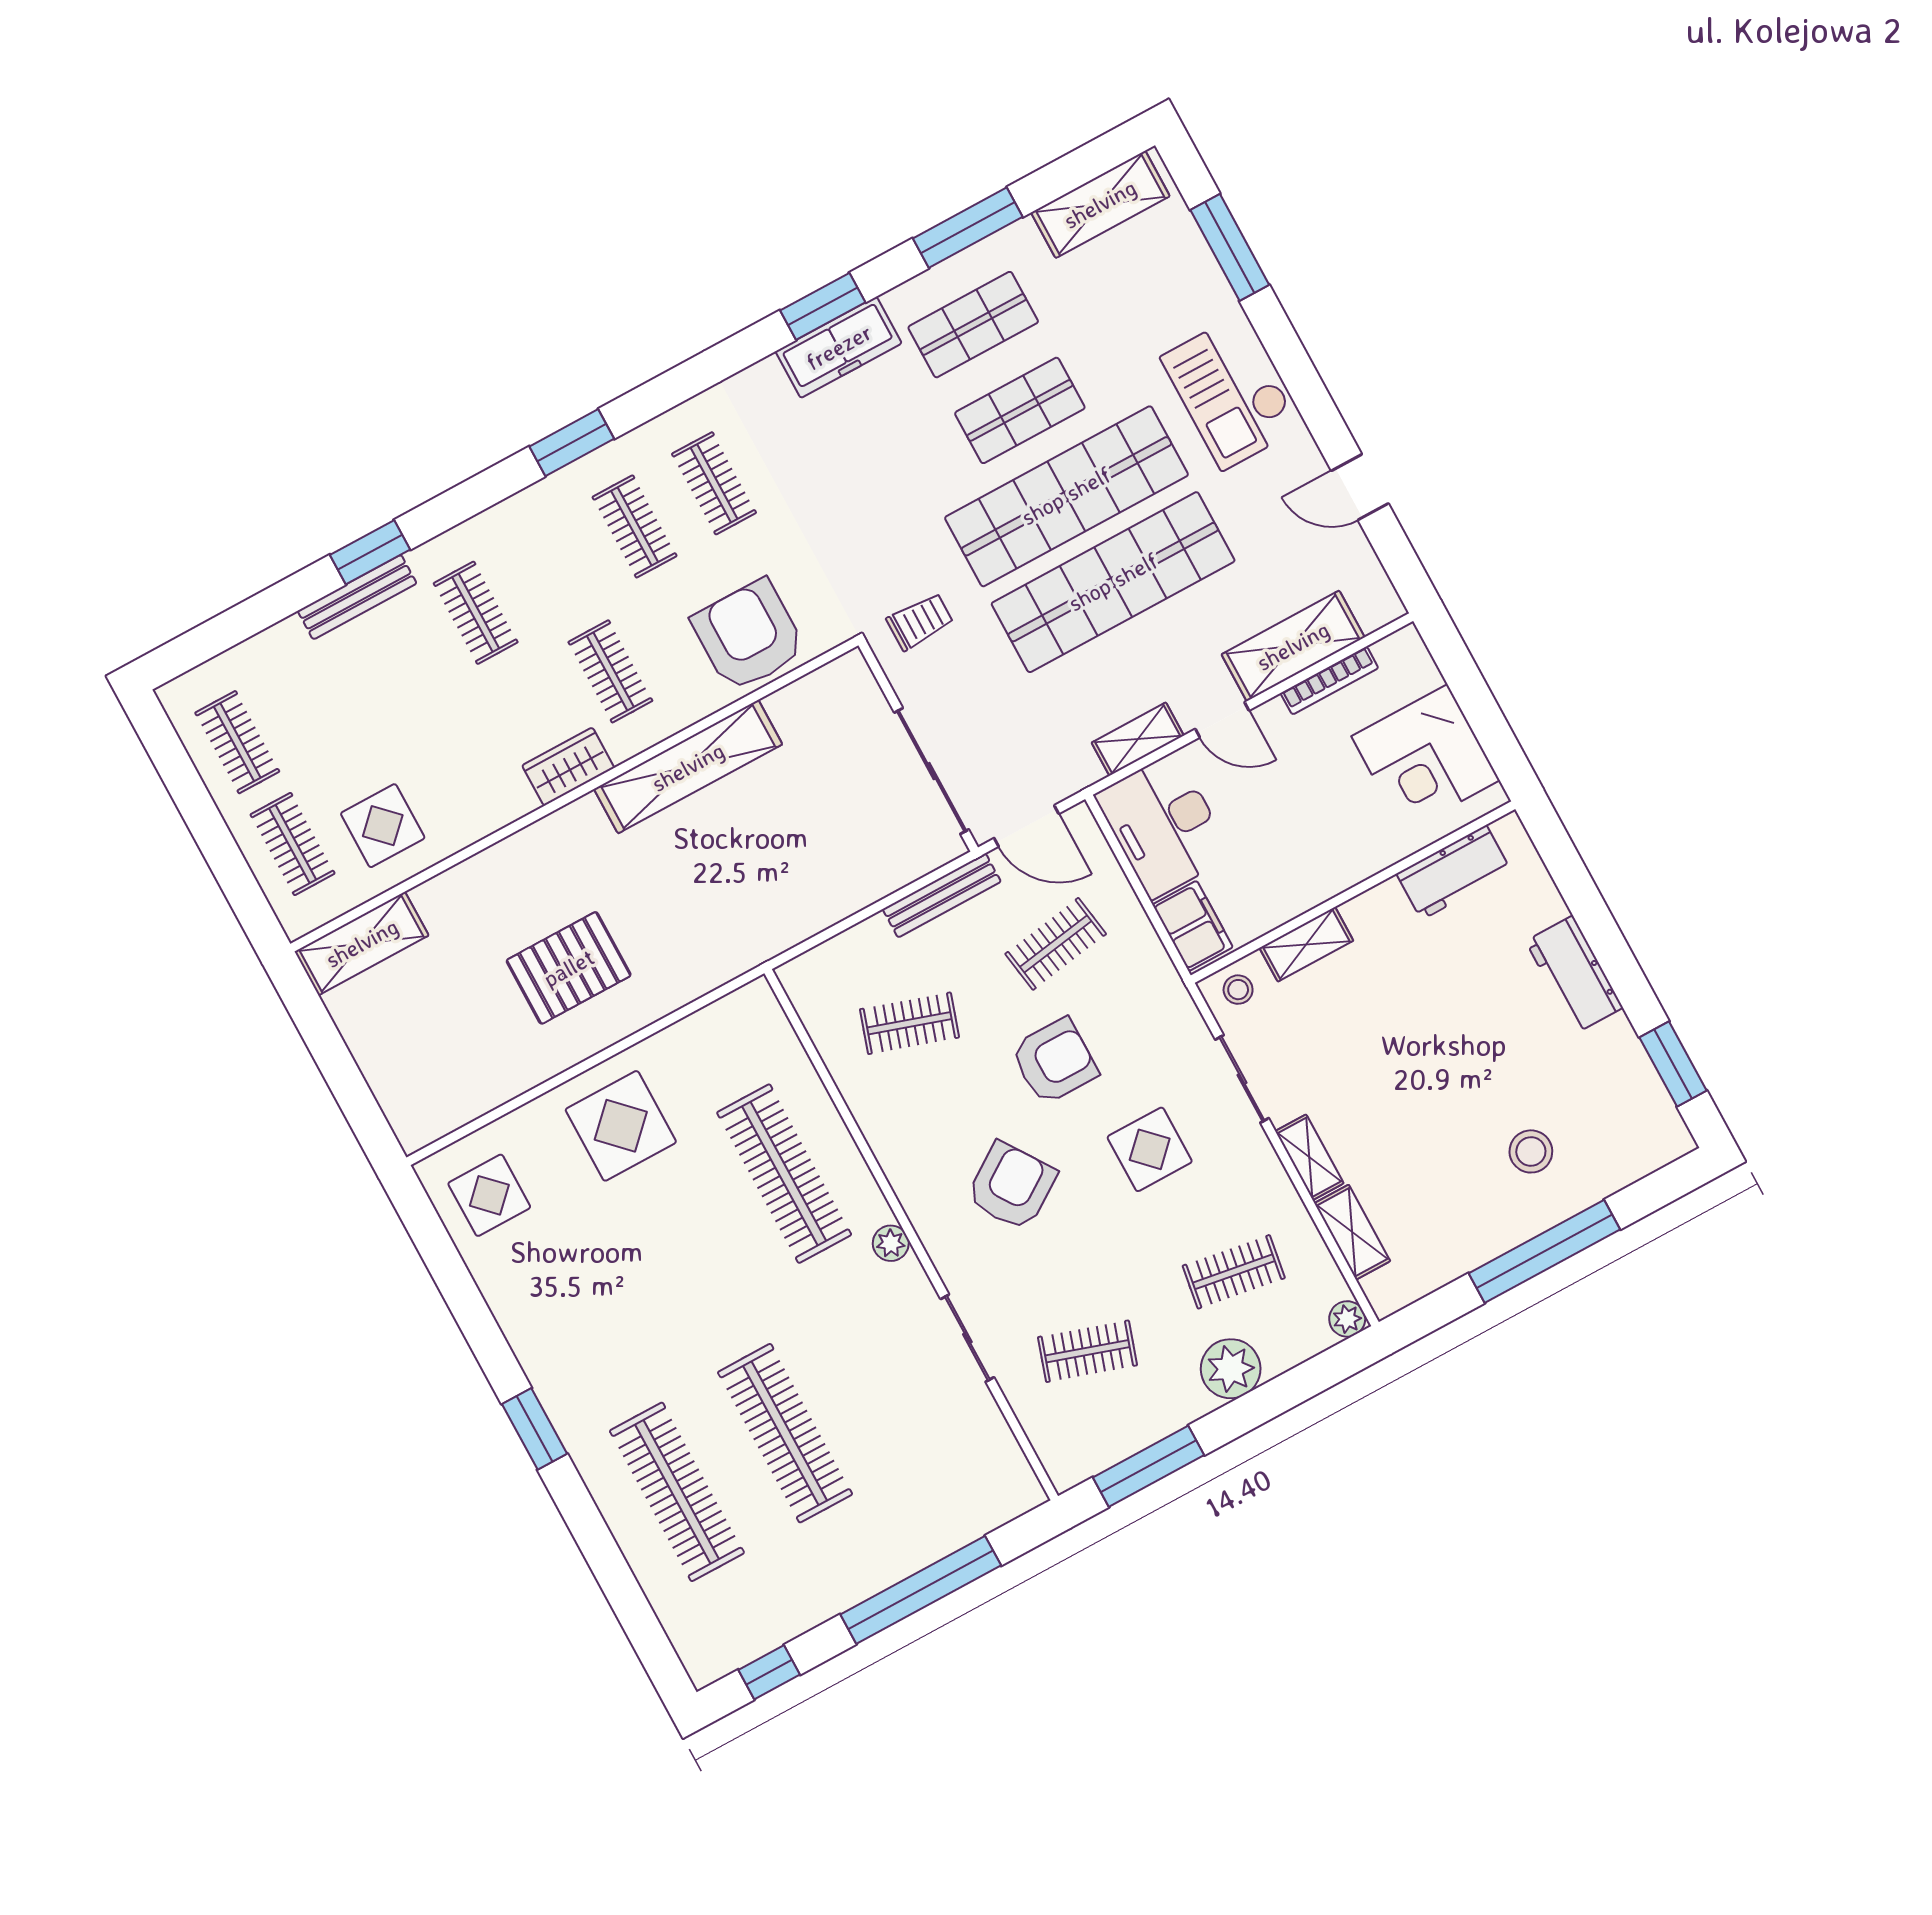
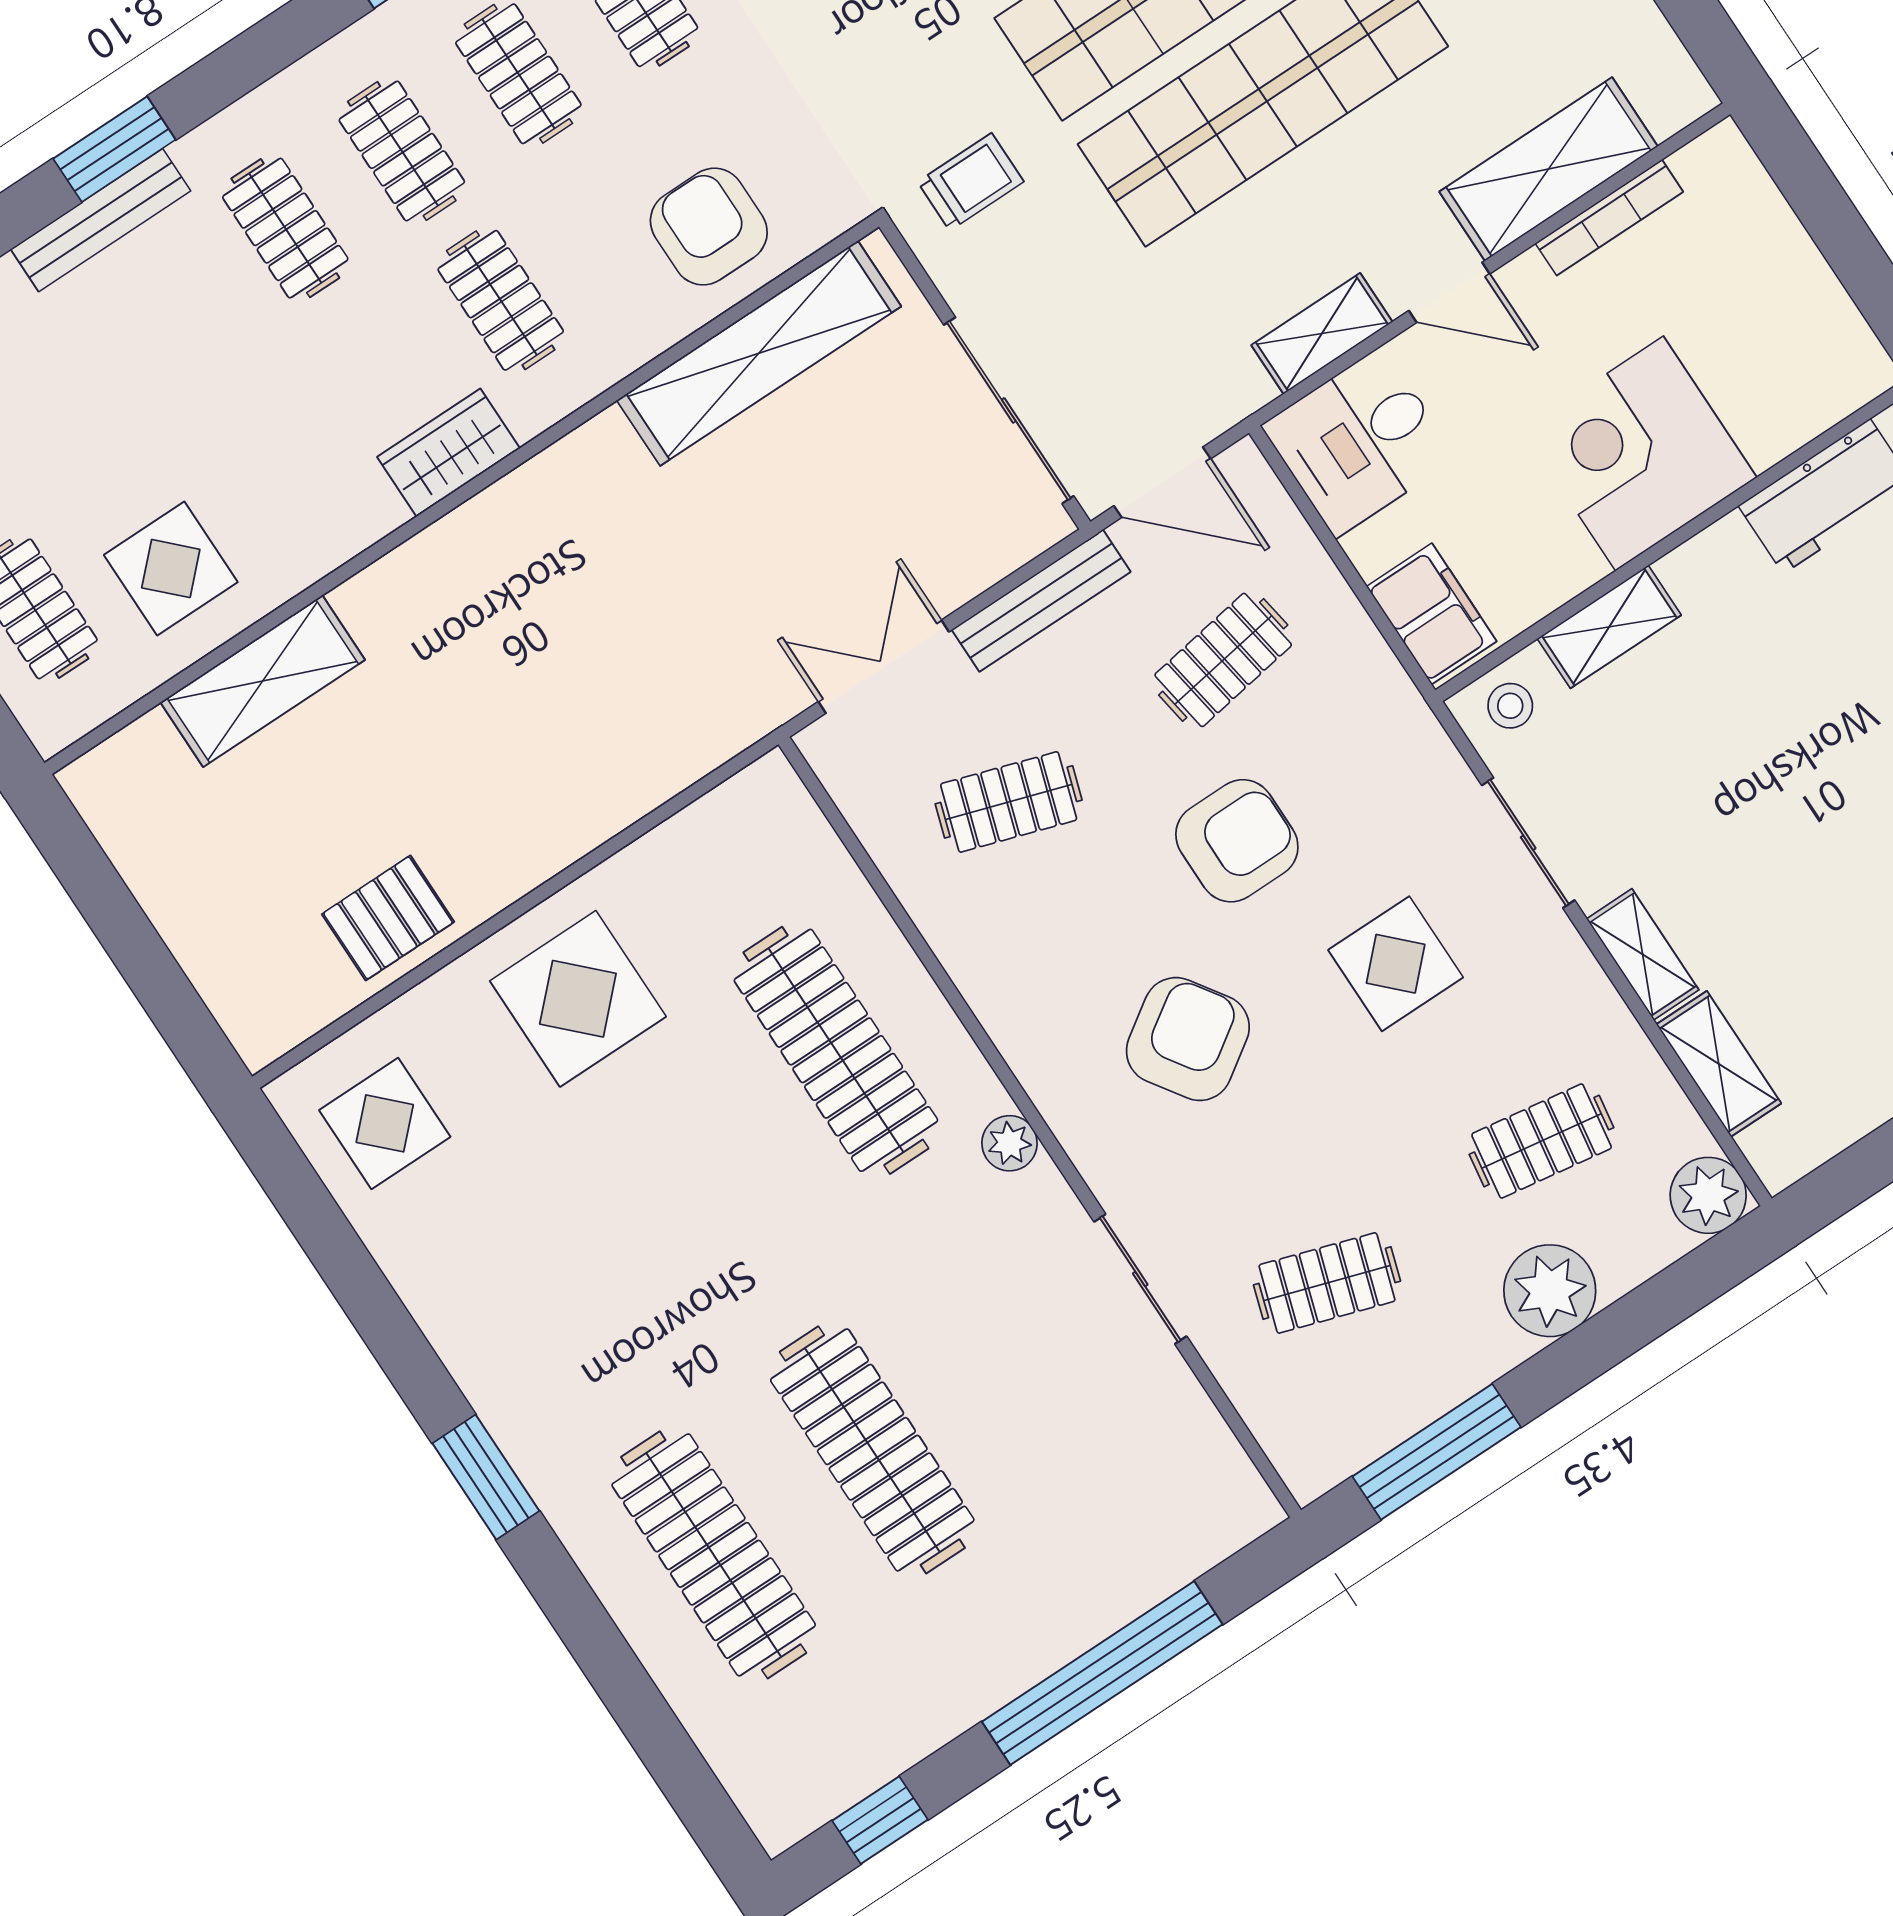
clothes rail: (555, 570) -> (402, 151), added
armchair: (749, 636) -> (709, 227), width x0.73, depth x0.73
corner desk: (1425, 758) -> (1639, 454), moved, turned 90
shelving: (688, 767) -> (759, 353), moved
desk: (1163, 825) -> (1359, 442), width x0.73
double door: (836, 929) -> (884, 667), added
shelving: (362, 943) -> (263, 681), moved
pallet: (569, 968) -> (388, 918), moved, width x0.67, depth x0.71
plant: (1347, 1319) -> (1708, 1195), width x1.38, depth x1.38

